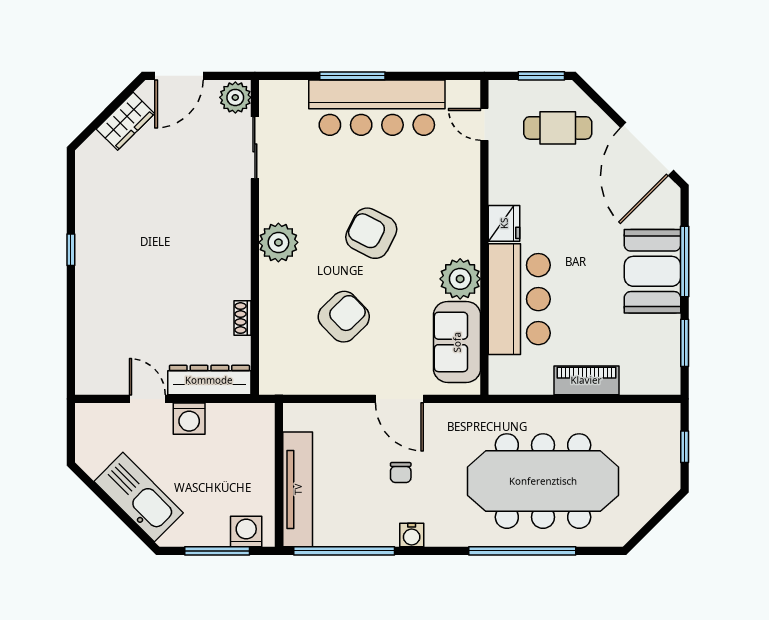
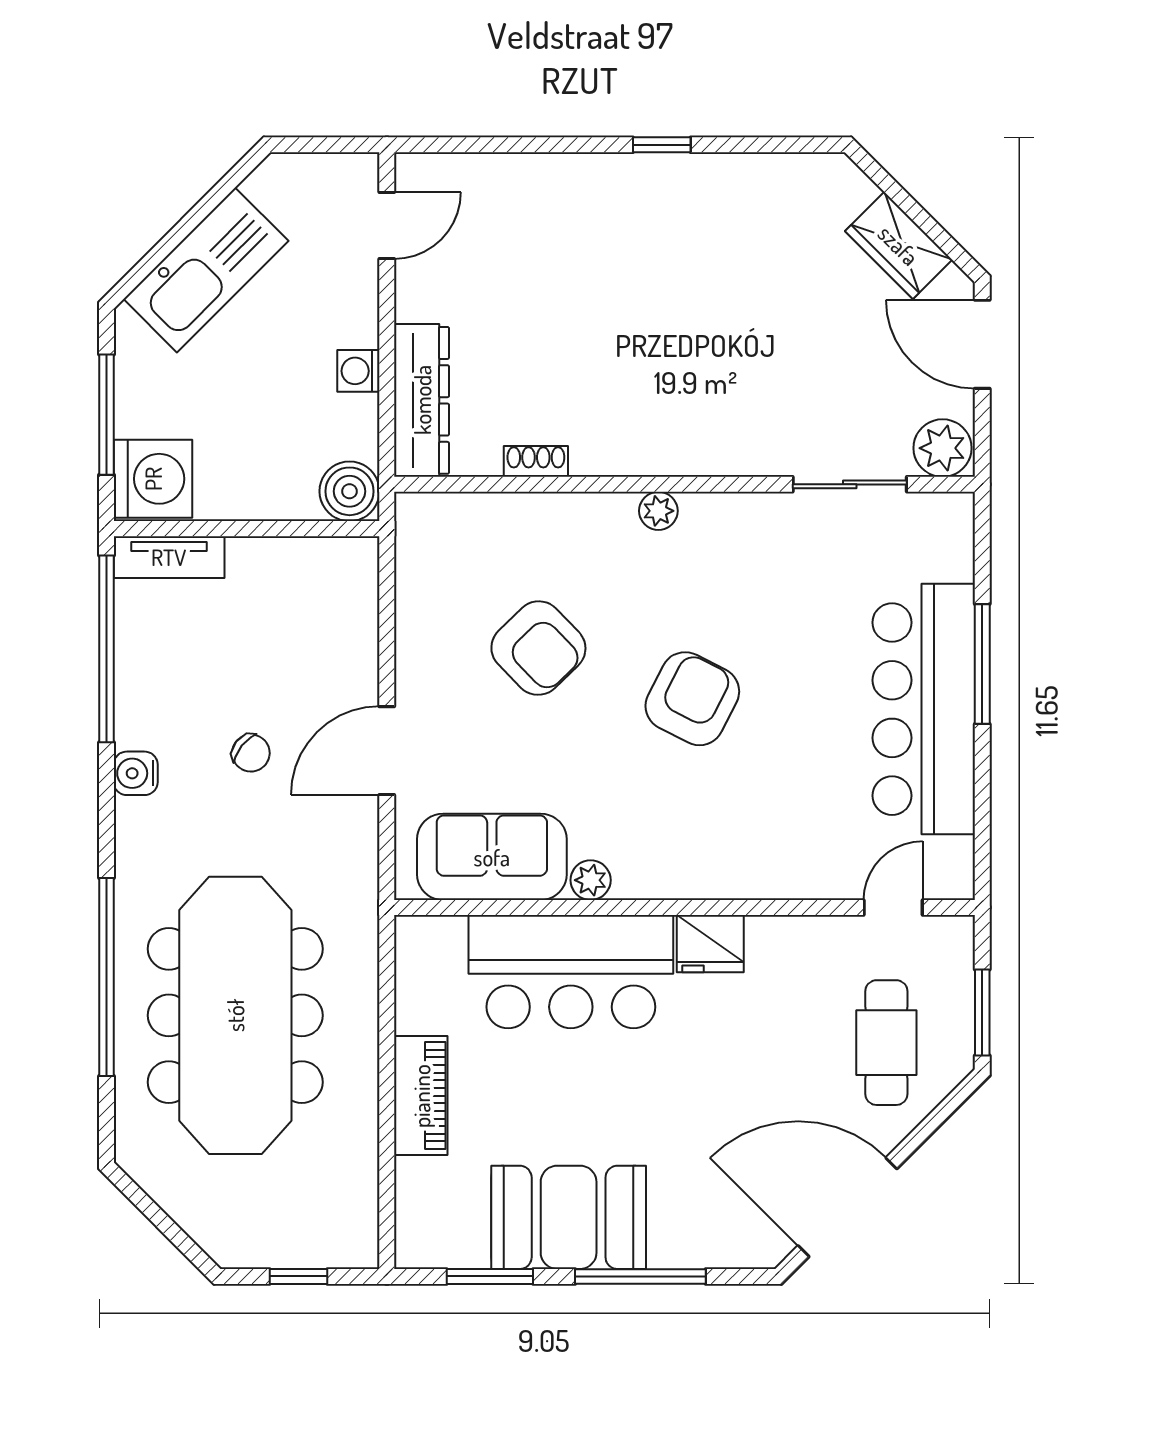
plant: (278, 242) -> (658, 511), width x0.53, depth x0.53
booth: (652, 271) -> (569, 1217), moved
plant: (460, 279) -> (591, 880), width x0.53, depth x0.53
door: (147, 399) -> (387, 225), moved
washing machine: (189, 419) -> (358, 371), width x0.73, depth x0.73
boiler: (259, 419) -> (350, 491), added
chair: (401, 473) -> (251, 753), turned -142
tv unit: (298, 489) -> (169, 557), width x0.52, depth x0.78
washing machine: (246, 531) -> (153, 479), width x1.37, depth x1.37

